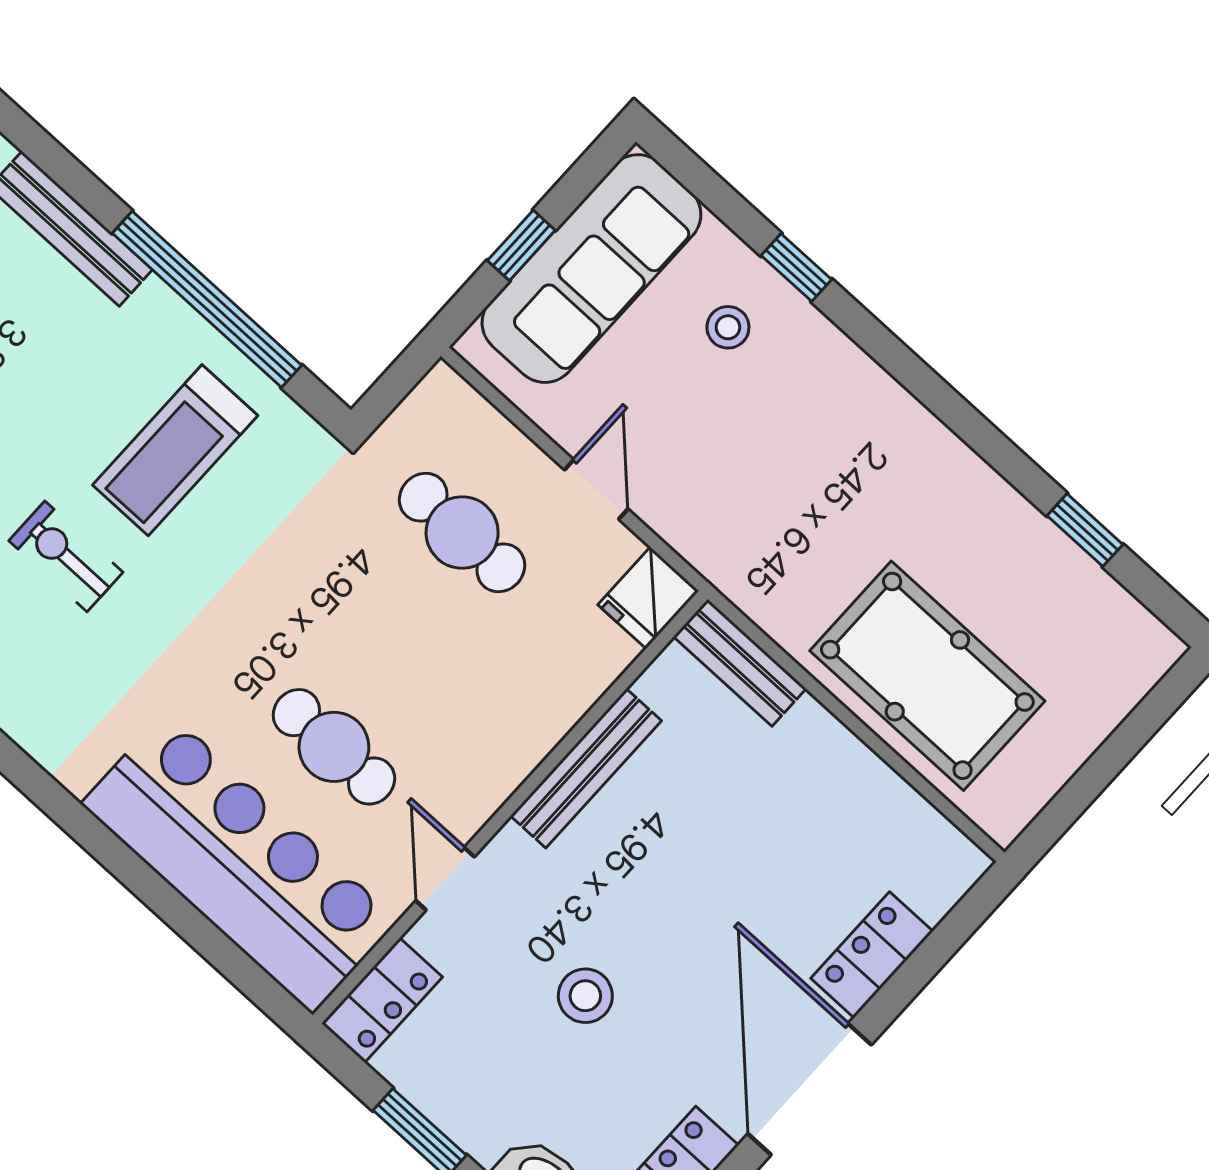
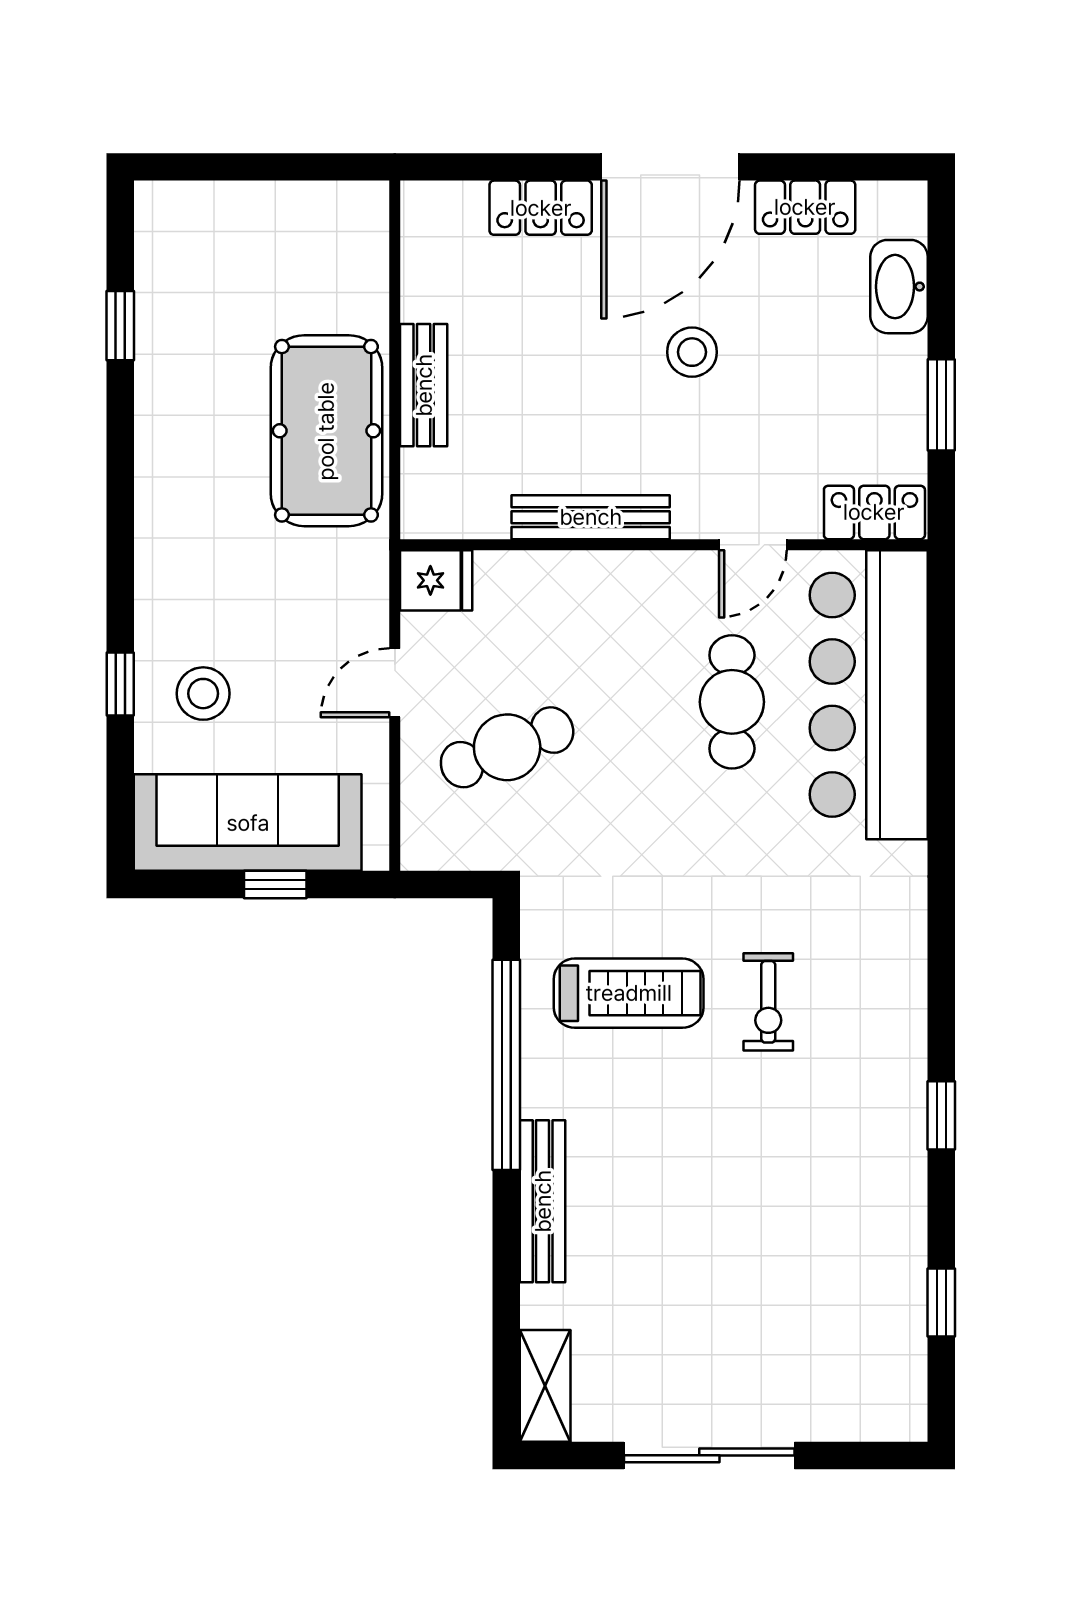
stool: (728, 327) -> (203, 694), width x1.37, depth x1.37
cafe table: (462, 533) -> (507, 747), turned 69
bench: (740, 663) -> (424, 385), moved
pool table: (927, 676) -> (326, 431), moved
stool: (585, 996) -> (692, 352), moved

